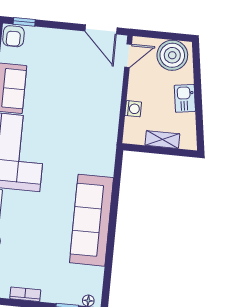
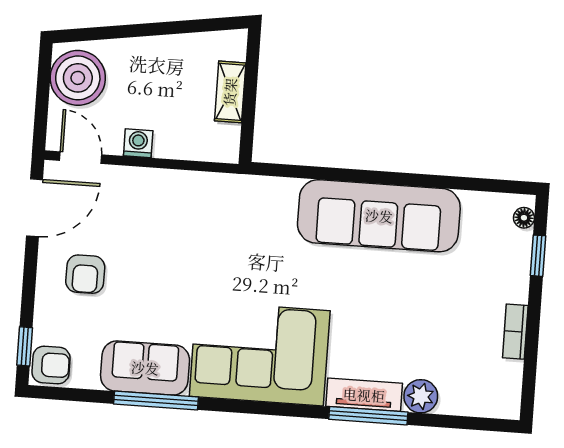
armchair: (63, 57) -> (85, 274), added
kitchen sink: (185, 98) -> (155, 53), removed
washing machine: (133, 109) -> (138, 143), moved

